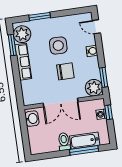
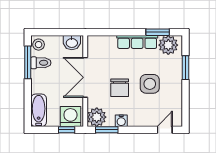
water cooler: (92, 51) -> (121, 121), moved
washing machine: (101, 114) -> (70, 117), width x1.89, depth x1.89
bathtub: (85, 141) -> (39, 110), moved
toilet: (64, 142) -> (41, 63), moved
stool: (38, 147) -> (39, 45), added
window: (84, 150) -> (28, 62), moved

